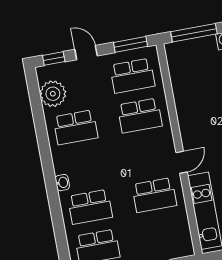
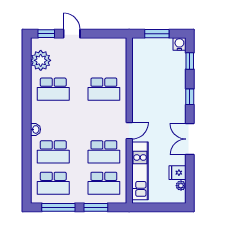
window: (194, 33) -> (157, 34), width x0.69
window: (130, 44) -> (107, 34), removed
school desk: (132, 76) -> (104, 183), moved

